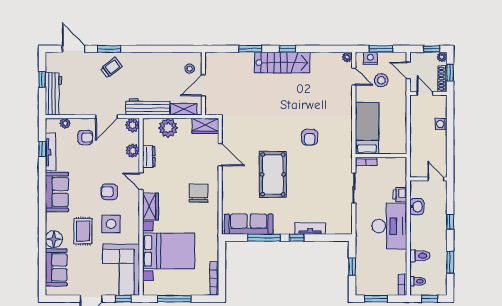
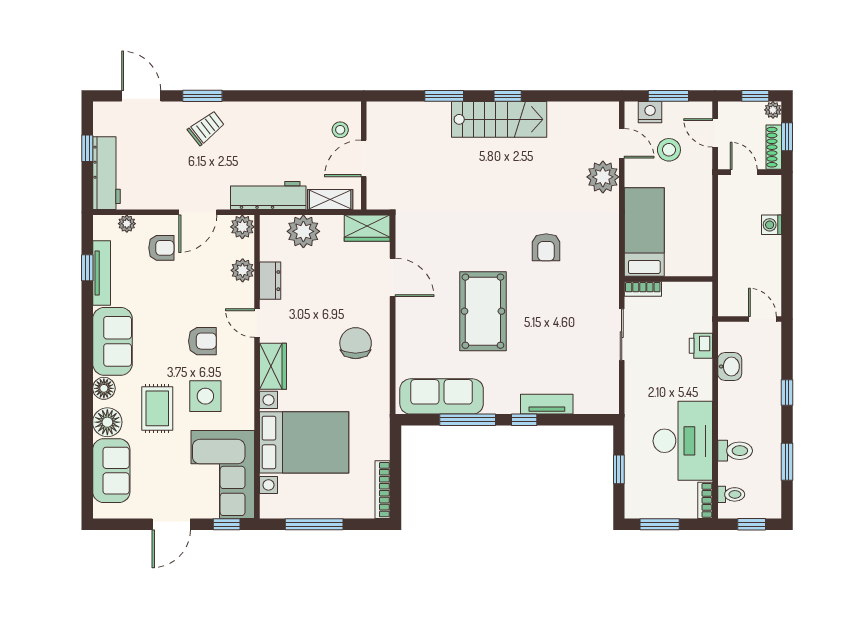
plant: (347, 57) -> (603, 177), moved, width x1.87, depth x1.87
armchair: (109, 192) -> (202, 341), turned 180
floor lamp: (52, 219) -> (104, 388), added
desk: (389, 226) -> (683, 441), moved

